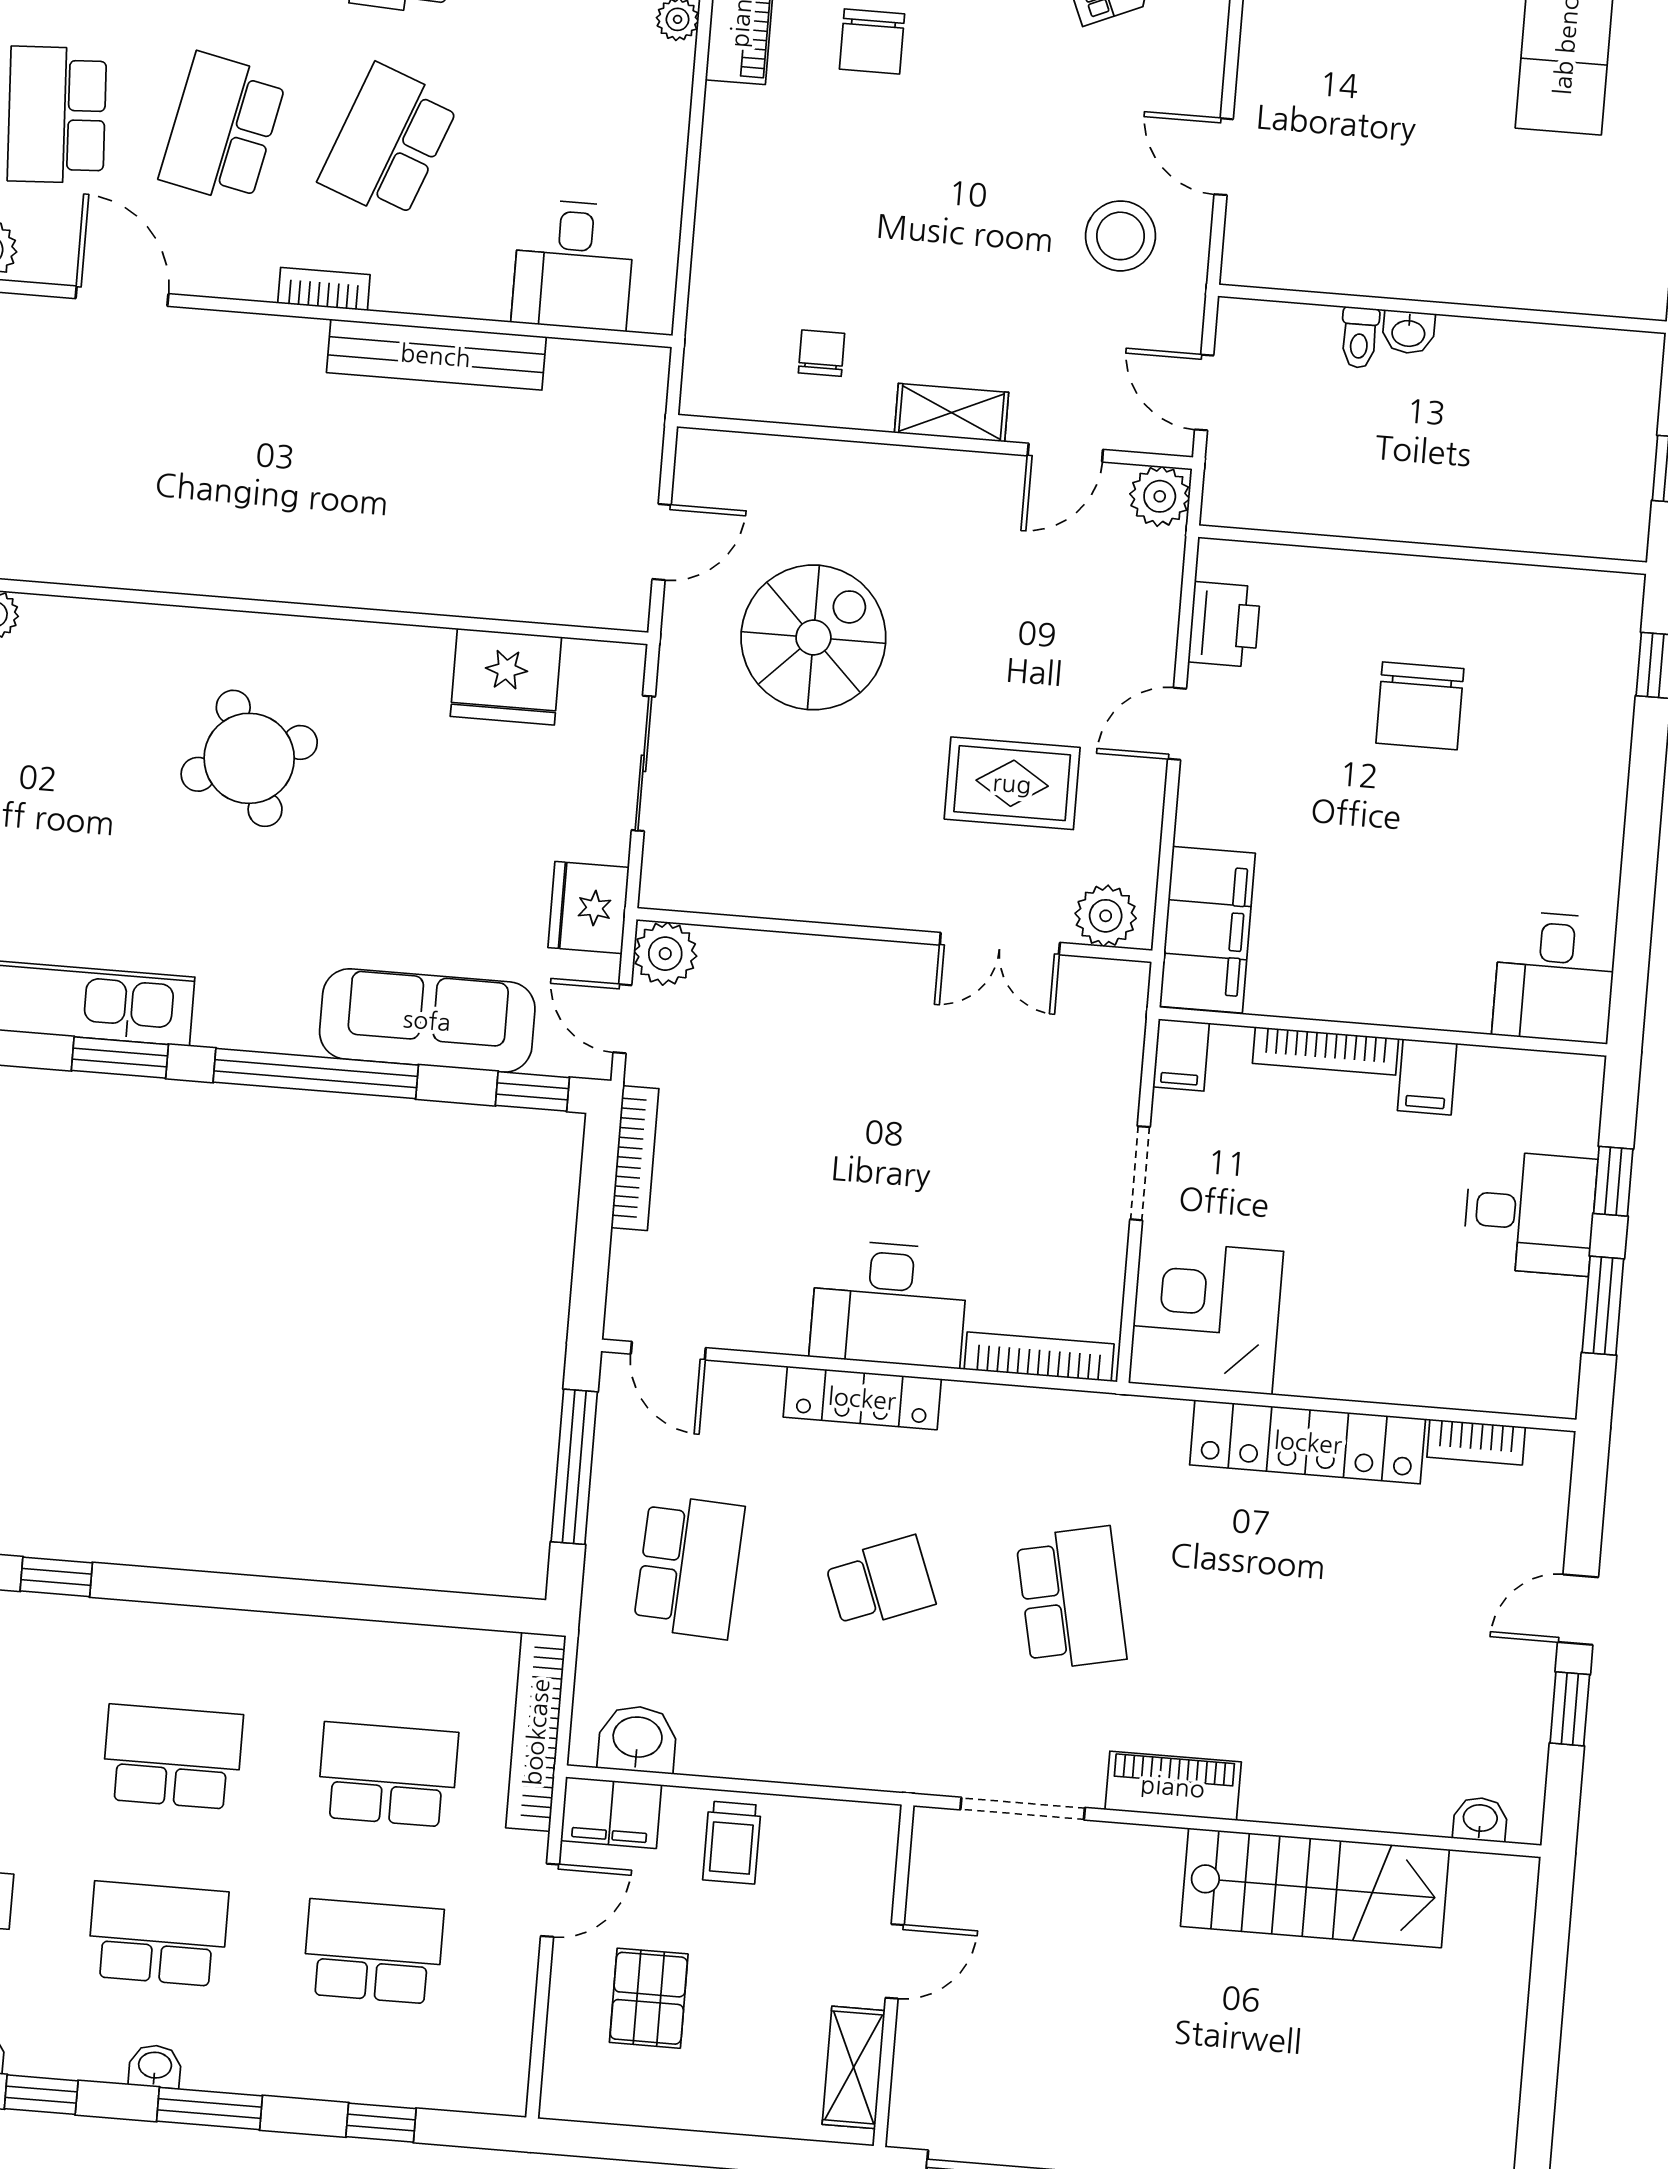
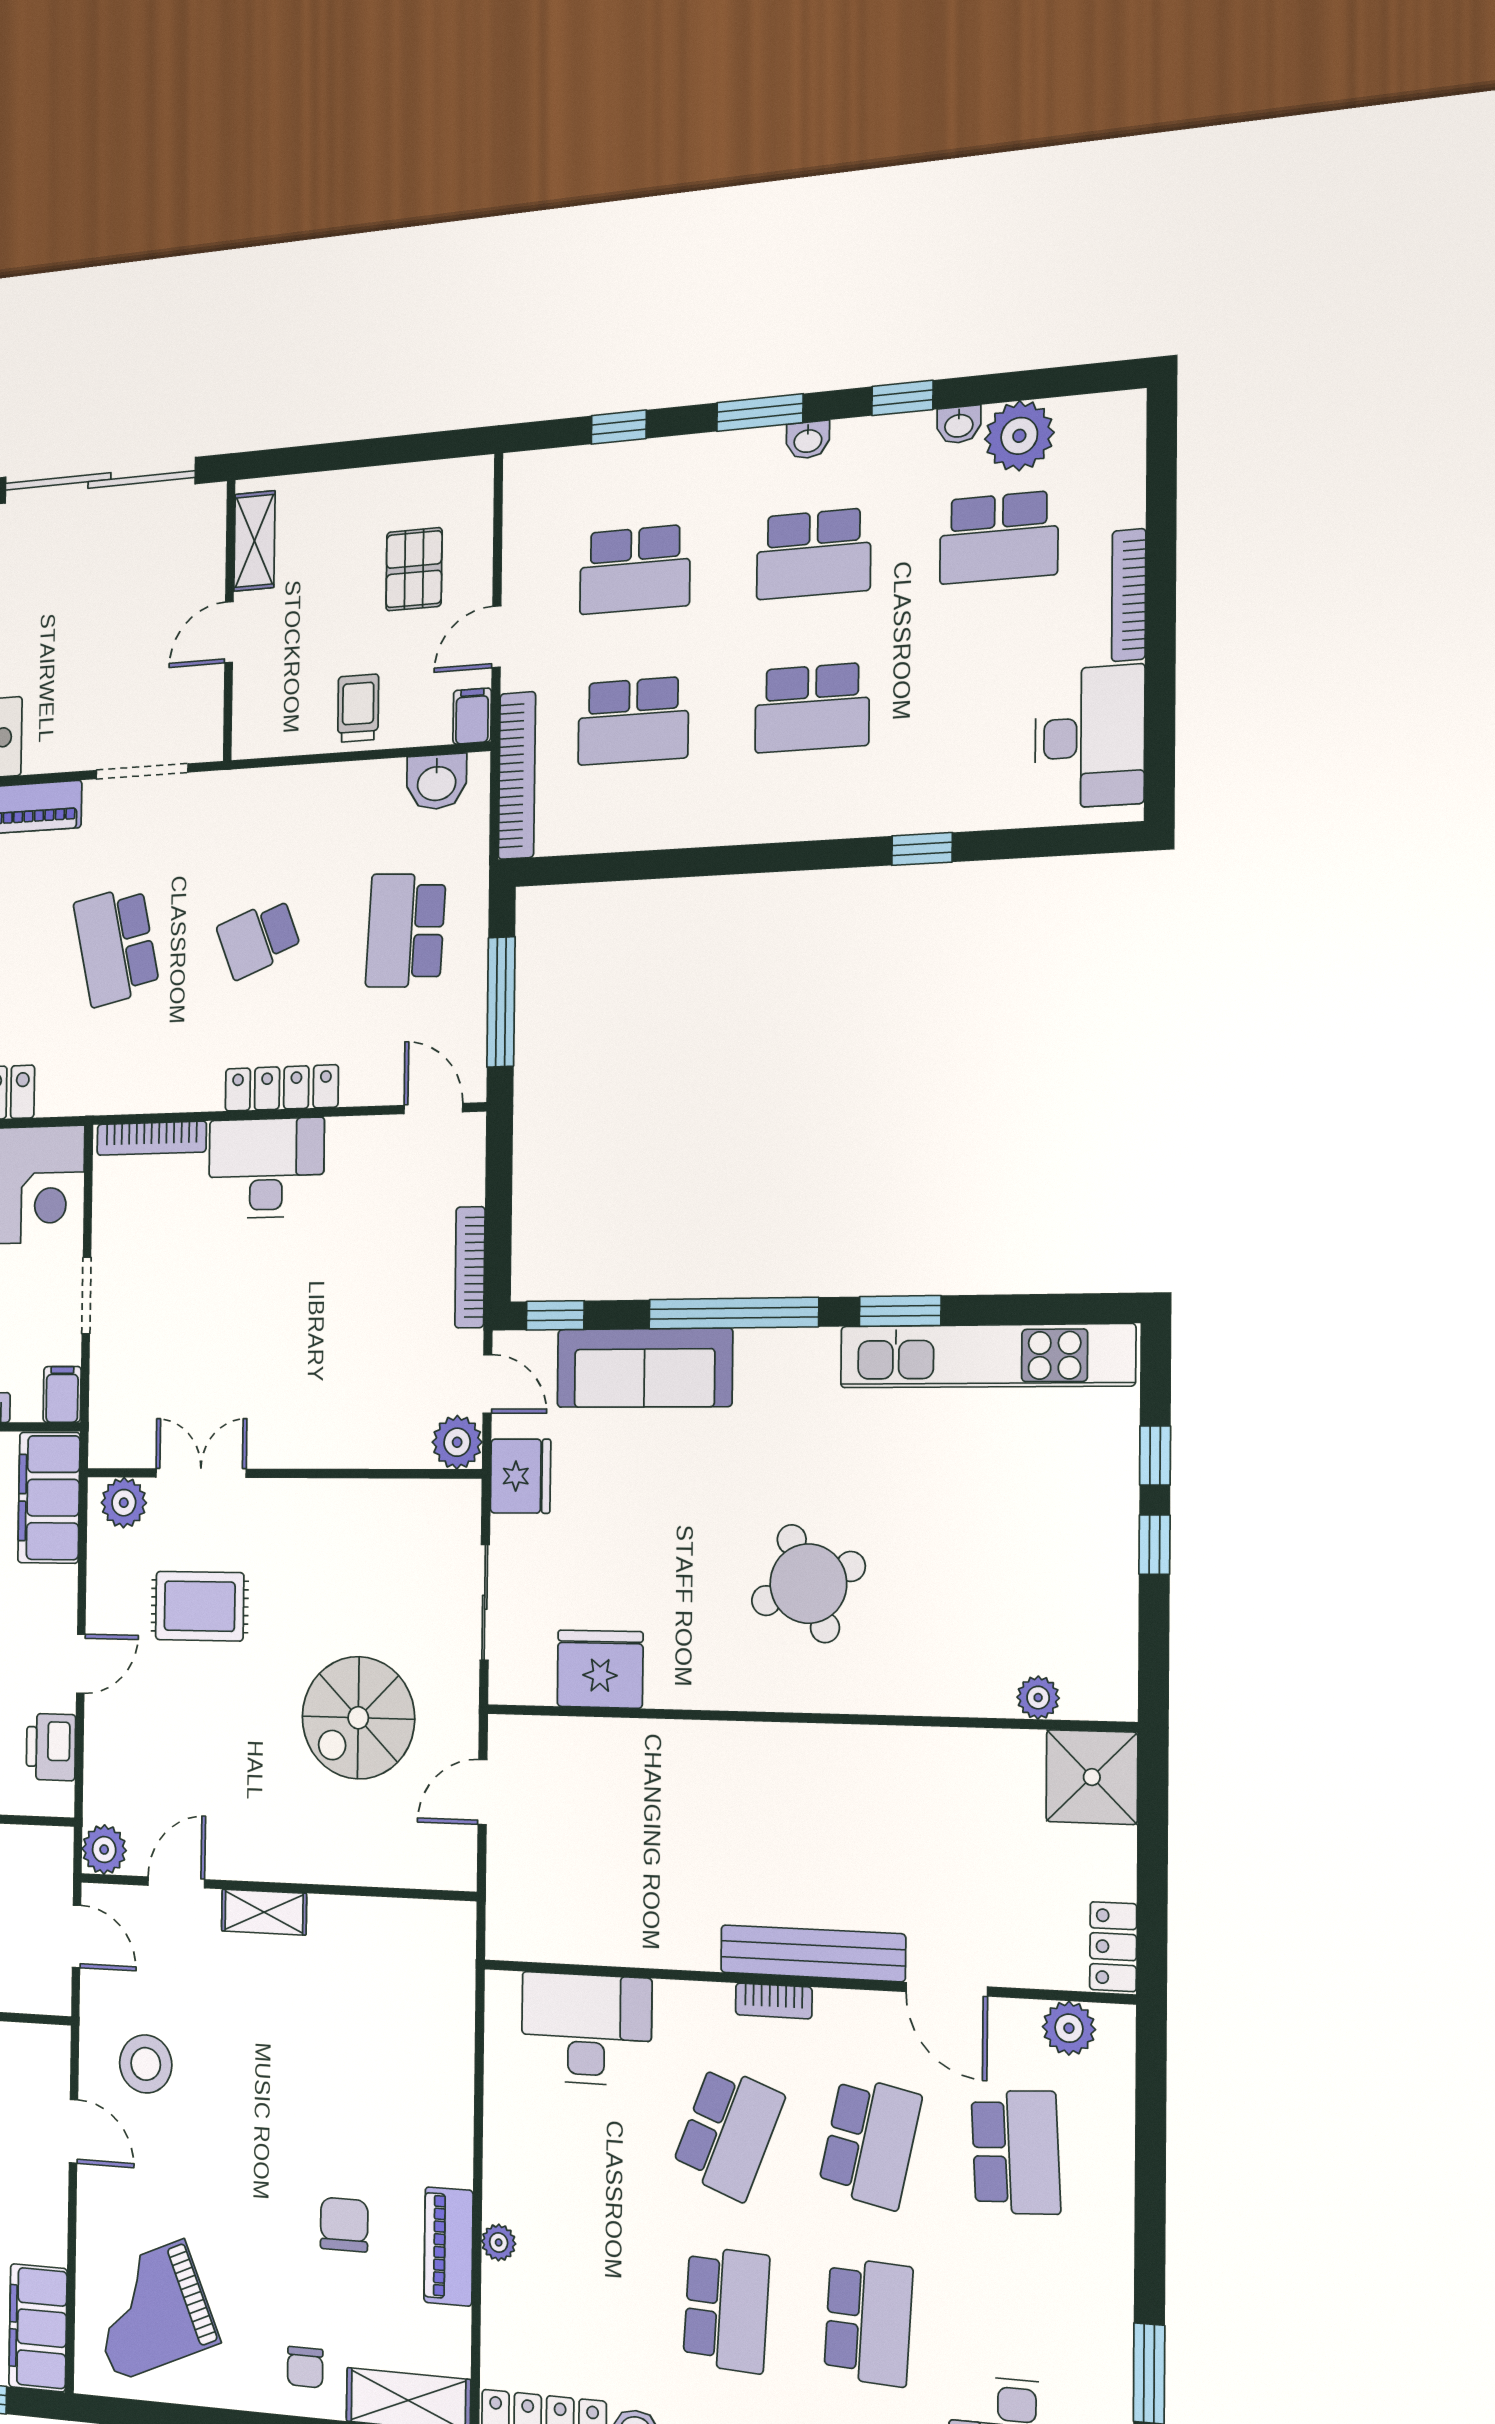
desk: (573, 265) -> (586, 2029), width x1.37
chair: (822, 353) -> (367, 1959), removed
bench: (436, 355) -> (813, 1953), moved
filing cabinet: (611, 1813) -> (472, 716), width x0.50

